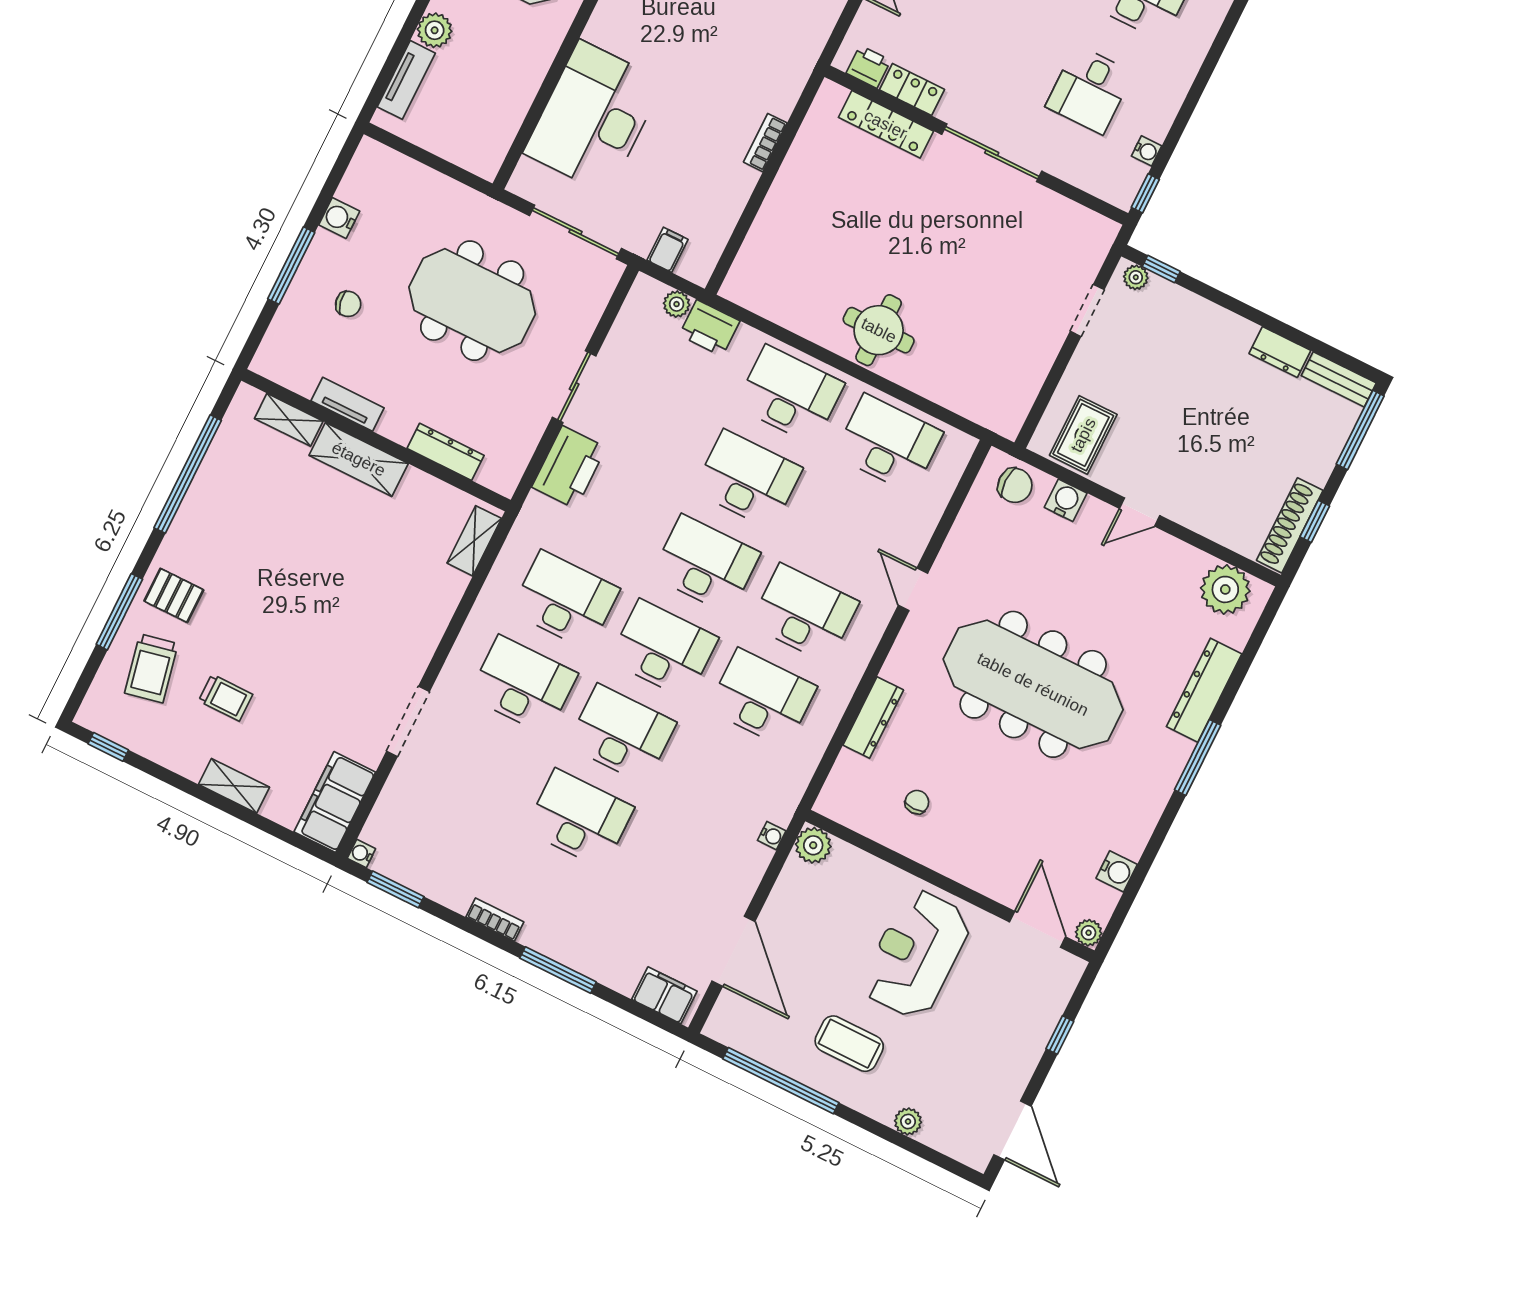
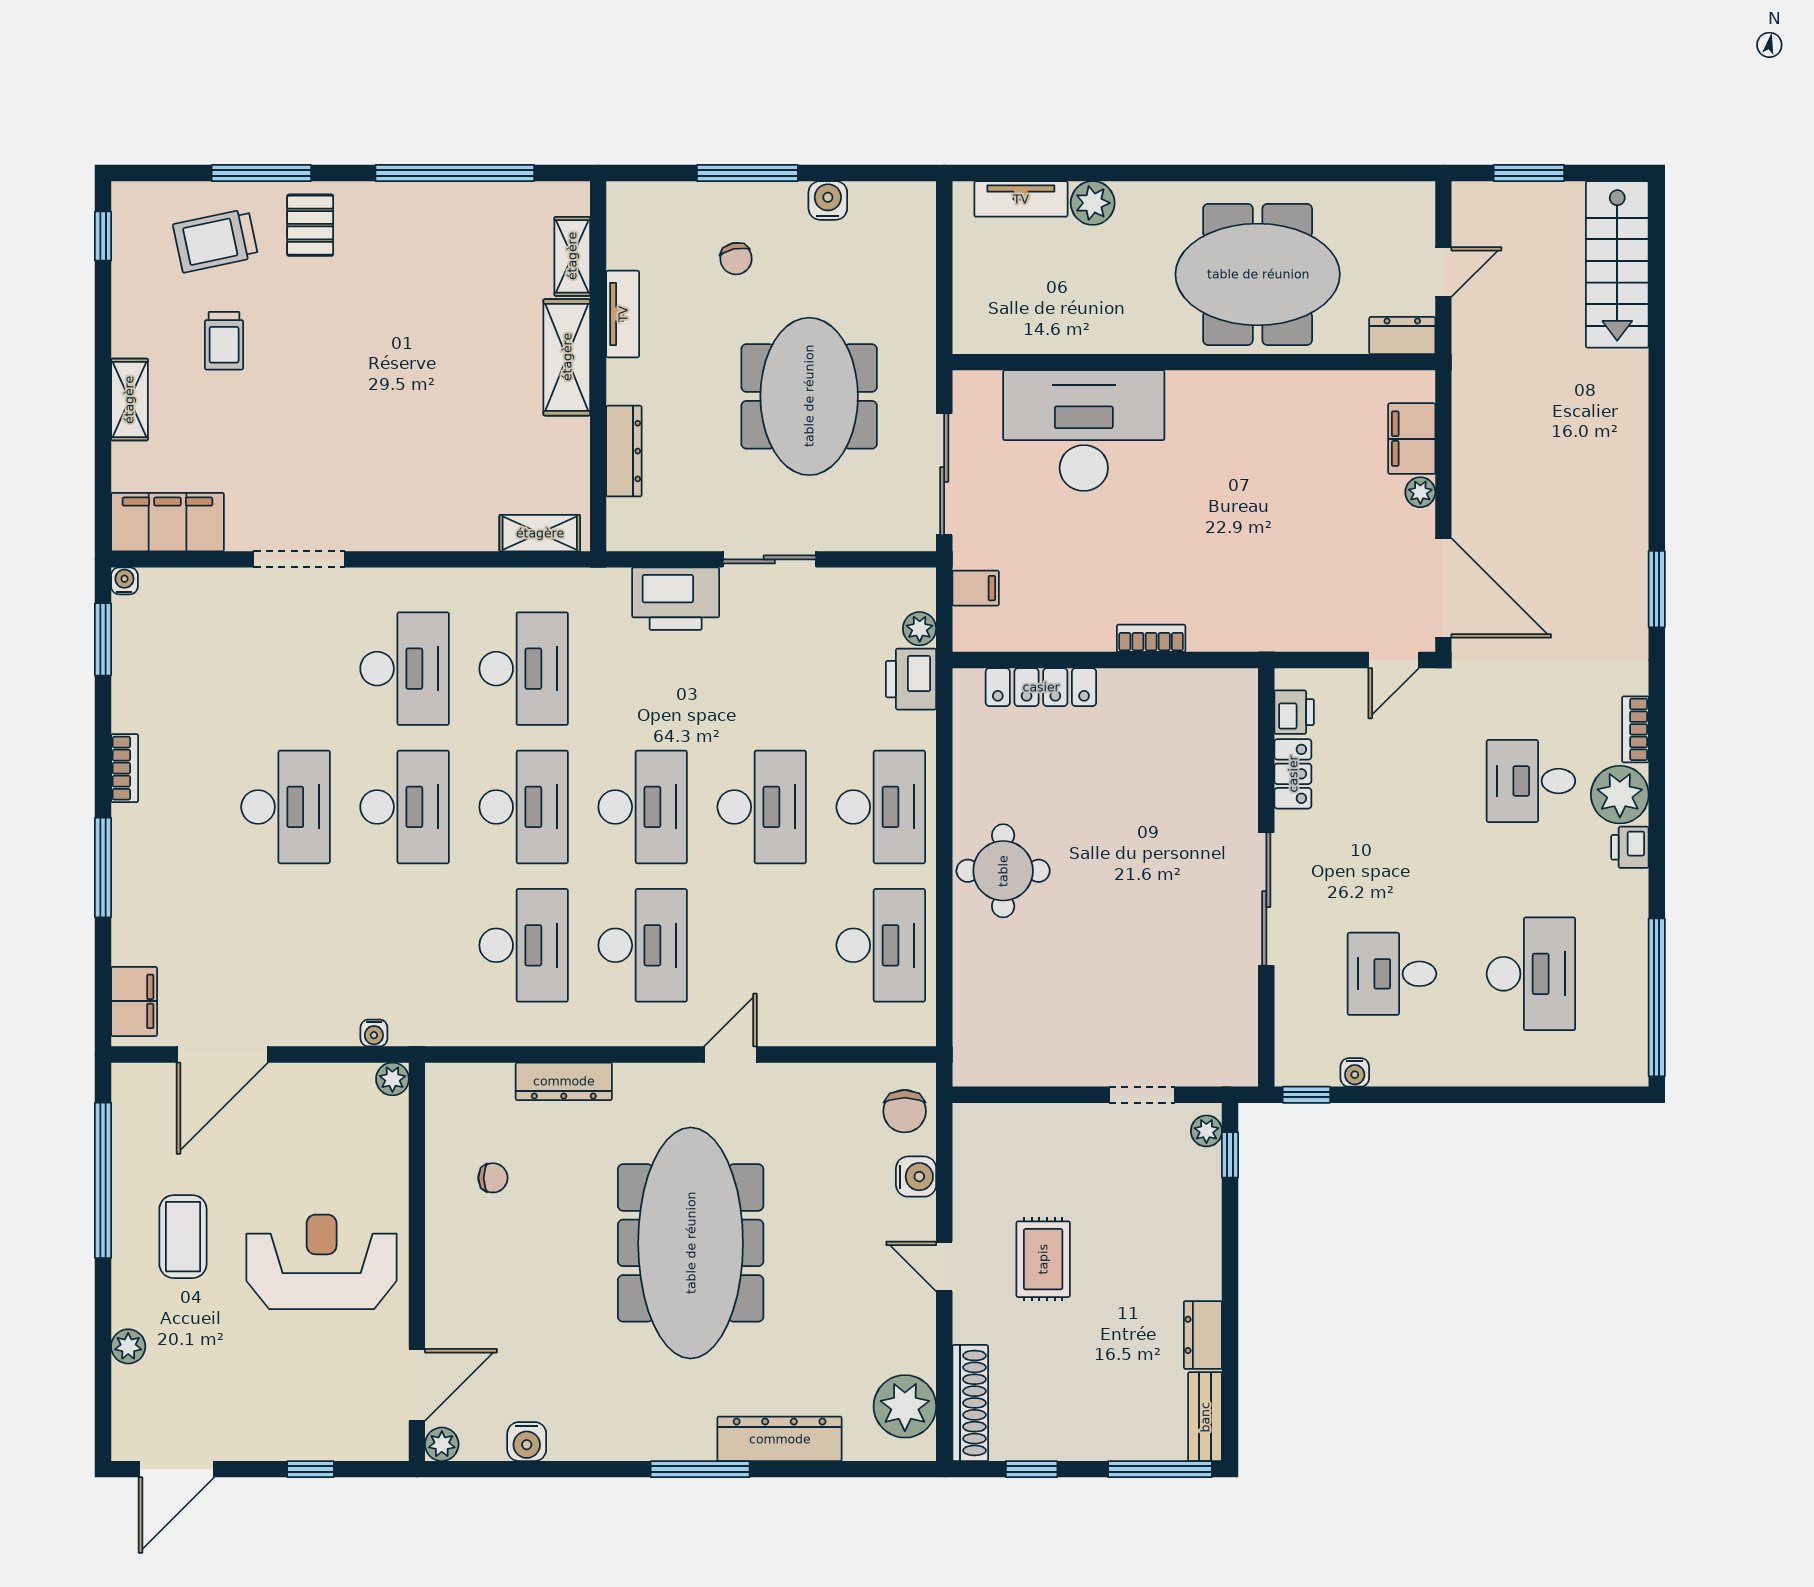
locker: (886, 124) -> (1041, 687), moved, turned -90
rug: (1083, 435) -> (1043, 1259), moved, turned 90
shoe rack: (1290, 525) -> (970, 1403), moved, turned 90
plant: (813, 845) -> (392, 1079), width x0.73, depth x0.73

